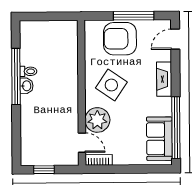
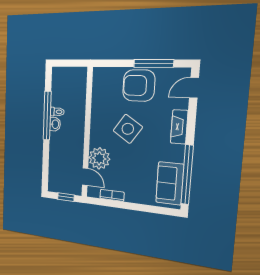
wall: (82, 93) -> (87, 133), moved
plant: (97, 120) -> (99, 158), moved
door: (82, 143) -> (85, 177), moved

